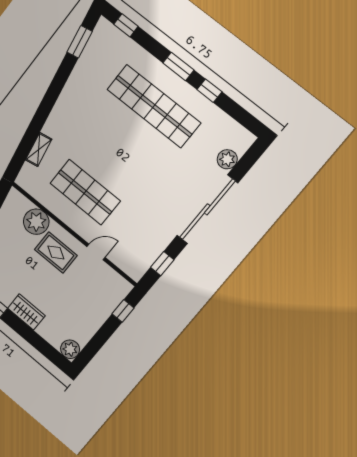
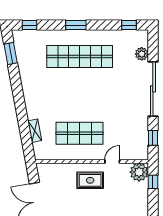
window: (209, 91) -> (129, 25), moved
plant: (36, 222) -> (139, 172), moved

